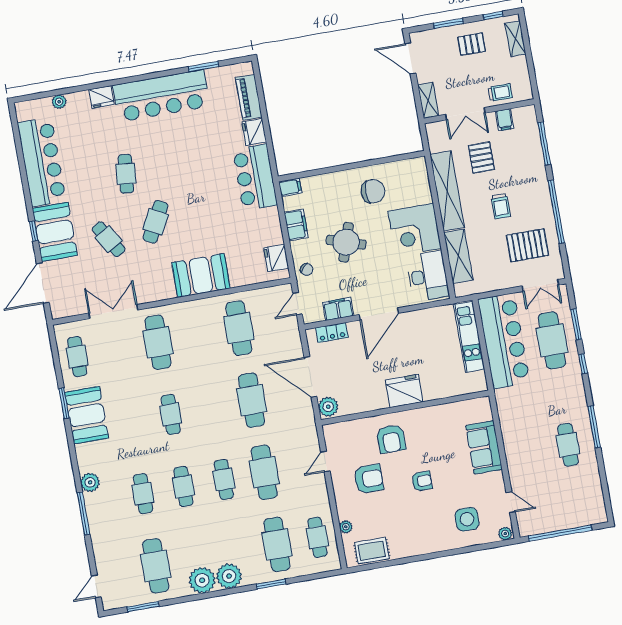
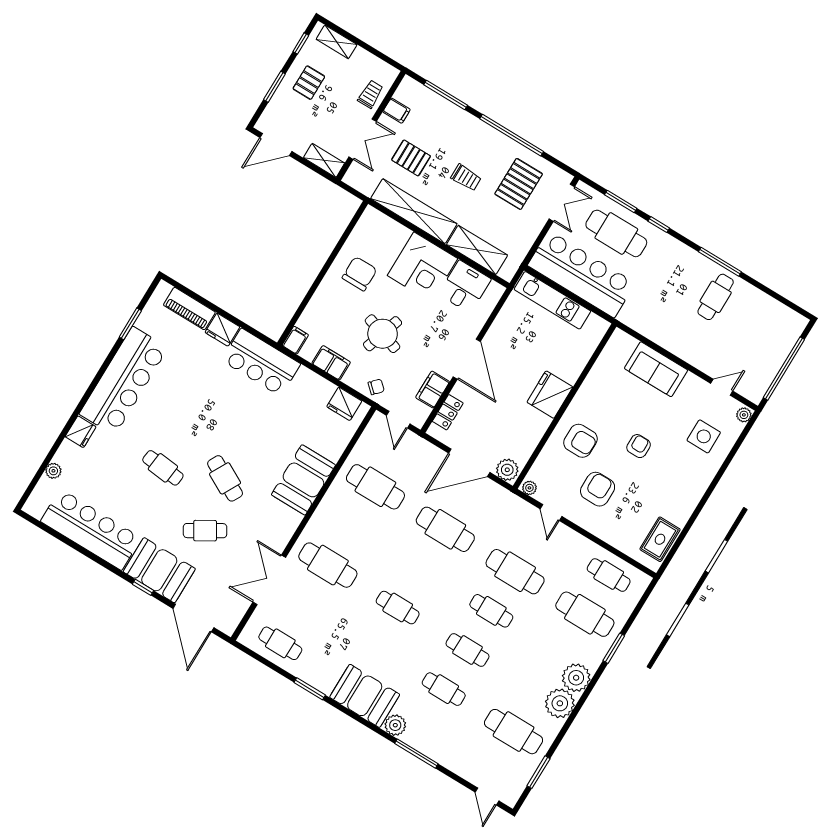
desk: (428, 276) -> (465, 287), width x0.73
booth: (87, 415) -> (365, 696), moved
cafe table: (568, 445) -> (716, 297), turned 90
plant: (346, 527) -> (529, 488), moved

